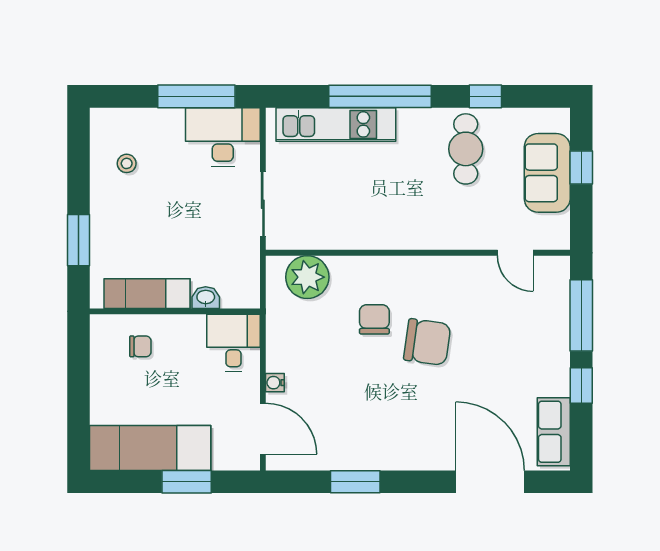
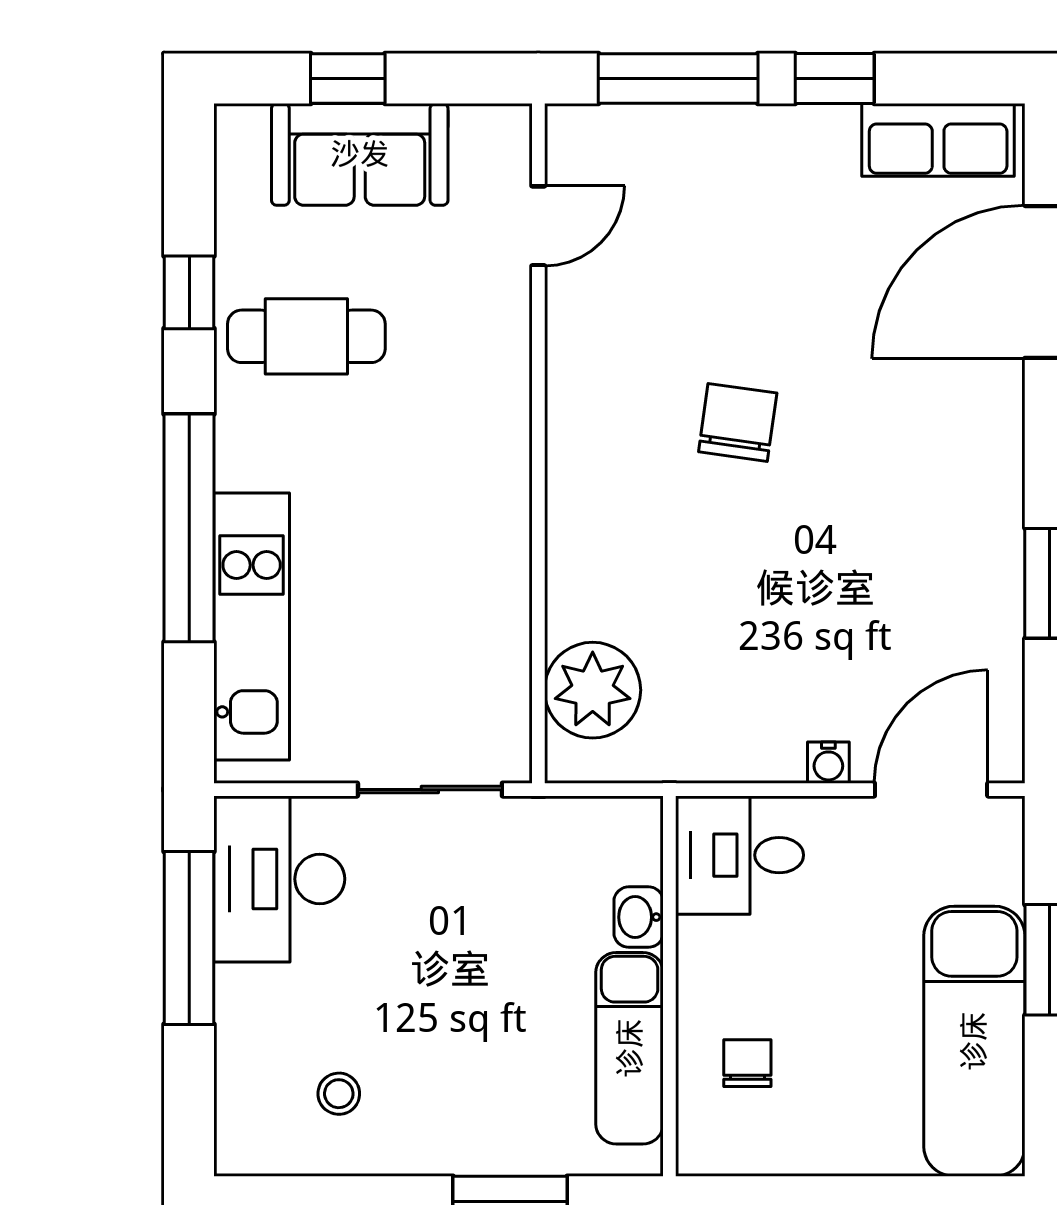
chair: (374, 319) -> (687, 540), removed
chair: (427, 342) -> (738, 422), width x0.73, depth x0.73

